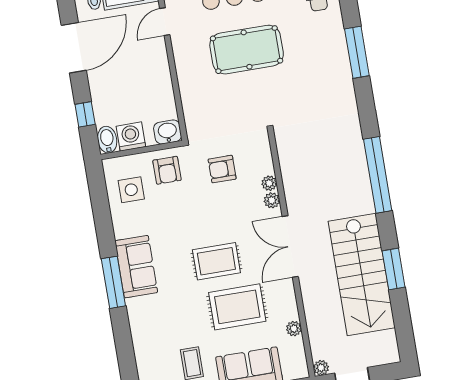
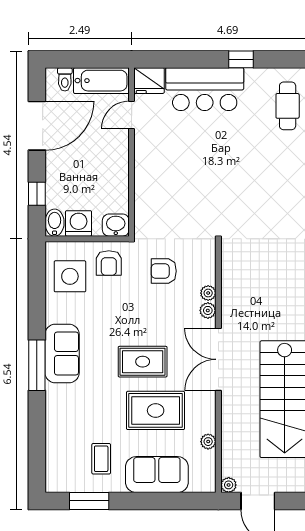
pool table: (247, 50) -> (208, 157), removed
side table: (131, 190) -> (70, 276), width x1.37, depth x1.37

